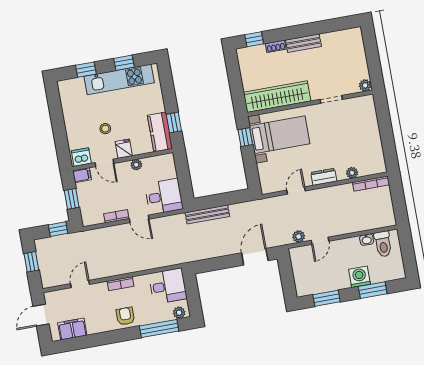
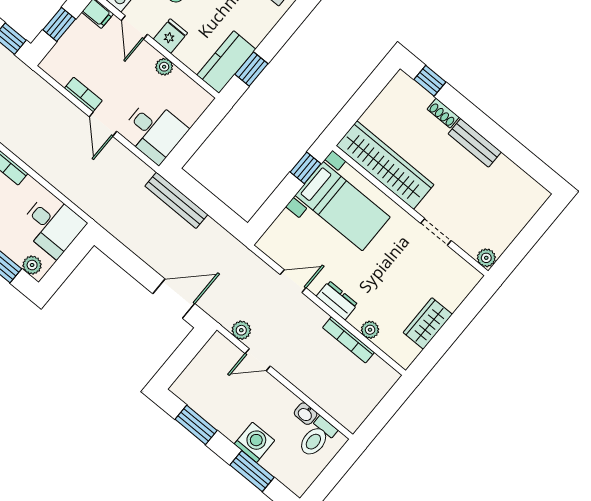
wardrobe: (373, 142) -> (428, 323), added
bookcase: (371, 184) -> (348, 340), moved

